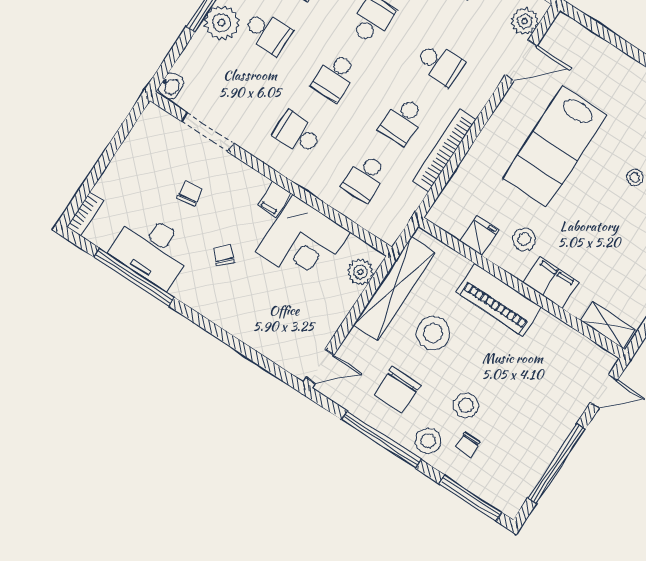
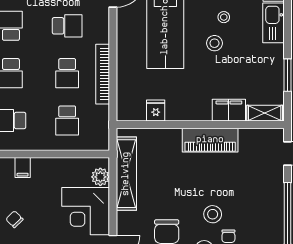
stool: (524, 239) -> (214, 43), moved
corner desk: (303, 242) -> (86, 211), moved, turned 90
filing cabinet: (551, 282) -> (229, 110), moved
piano: (499, 300) -> (210, 140), moved
stool: (433, 333) -> (166, 185), removed

